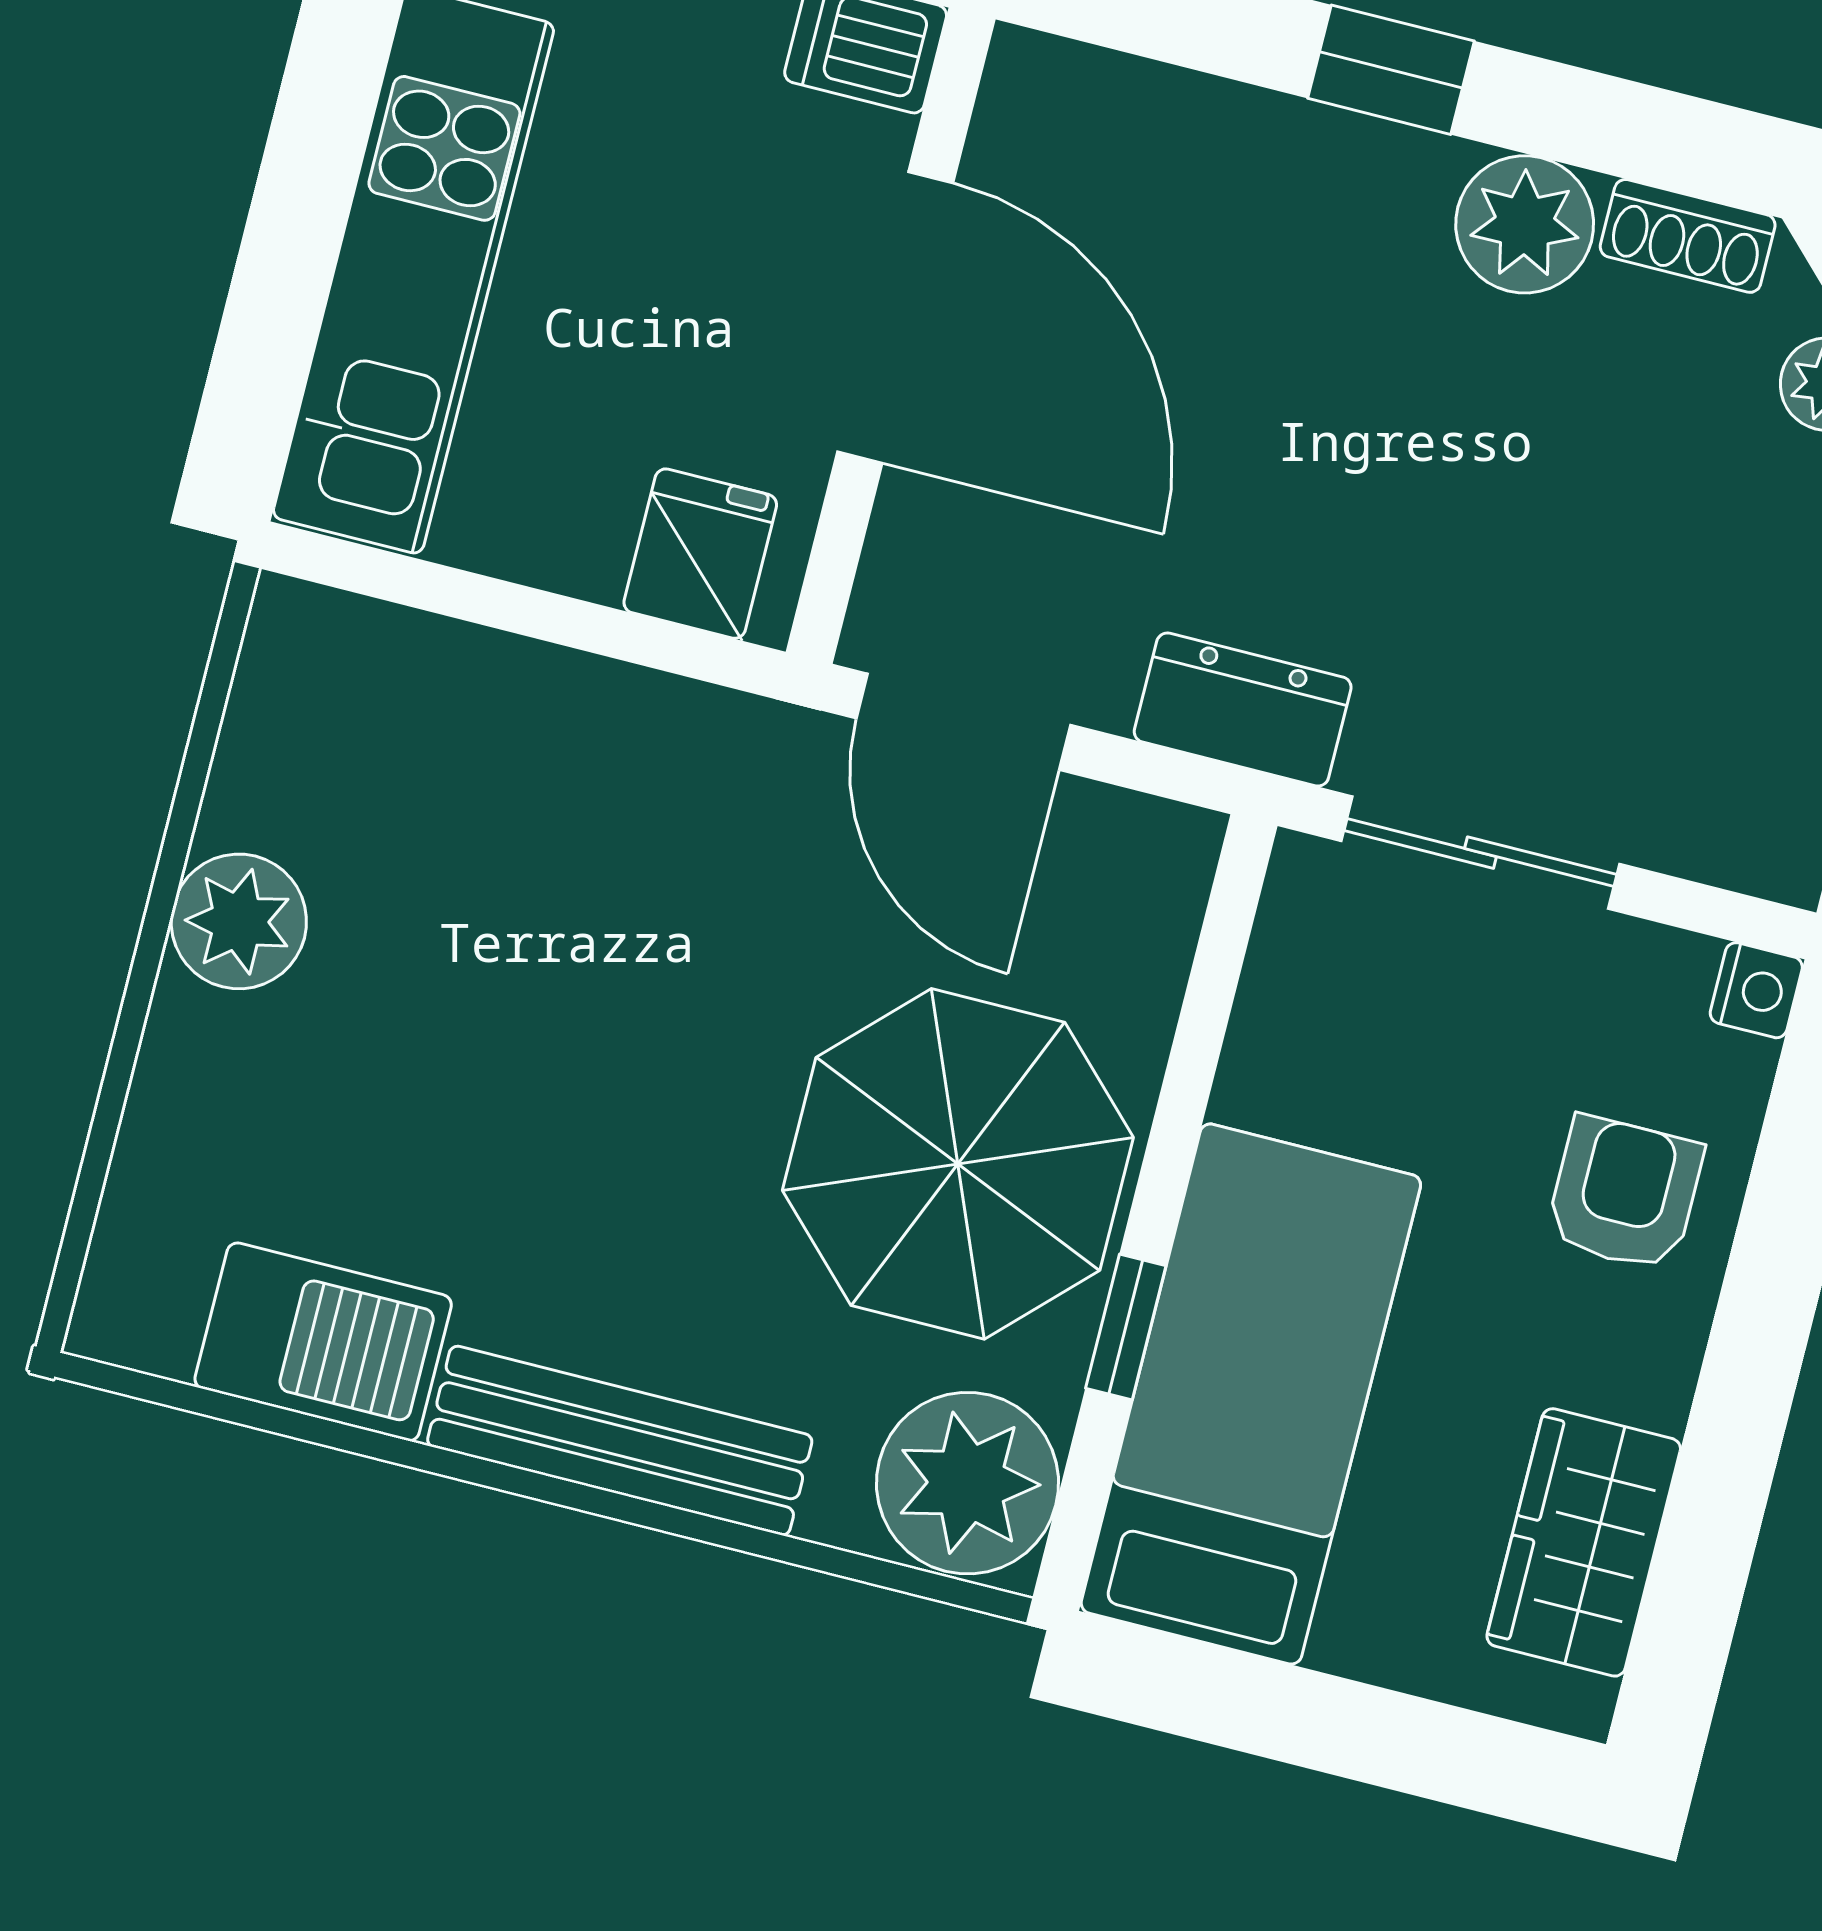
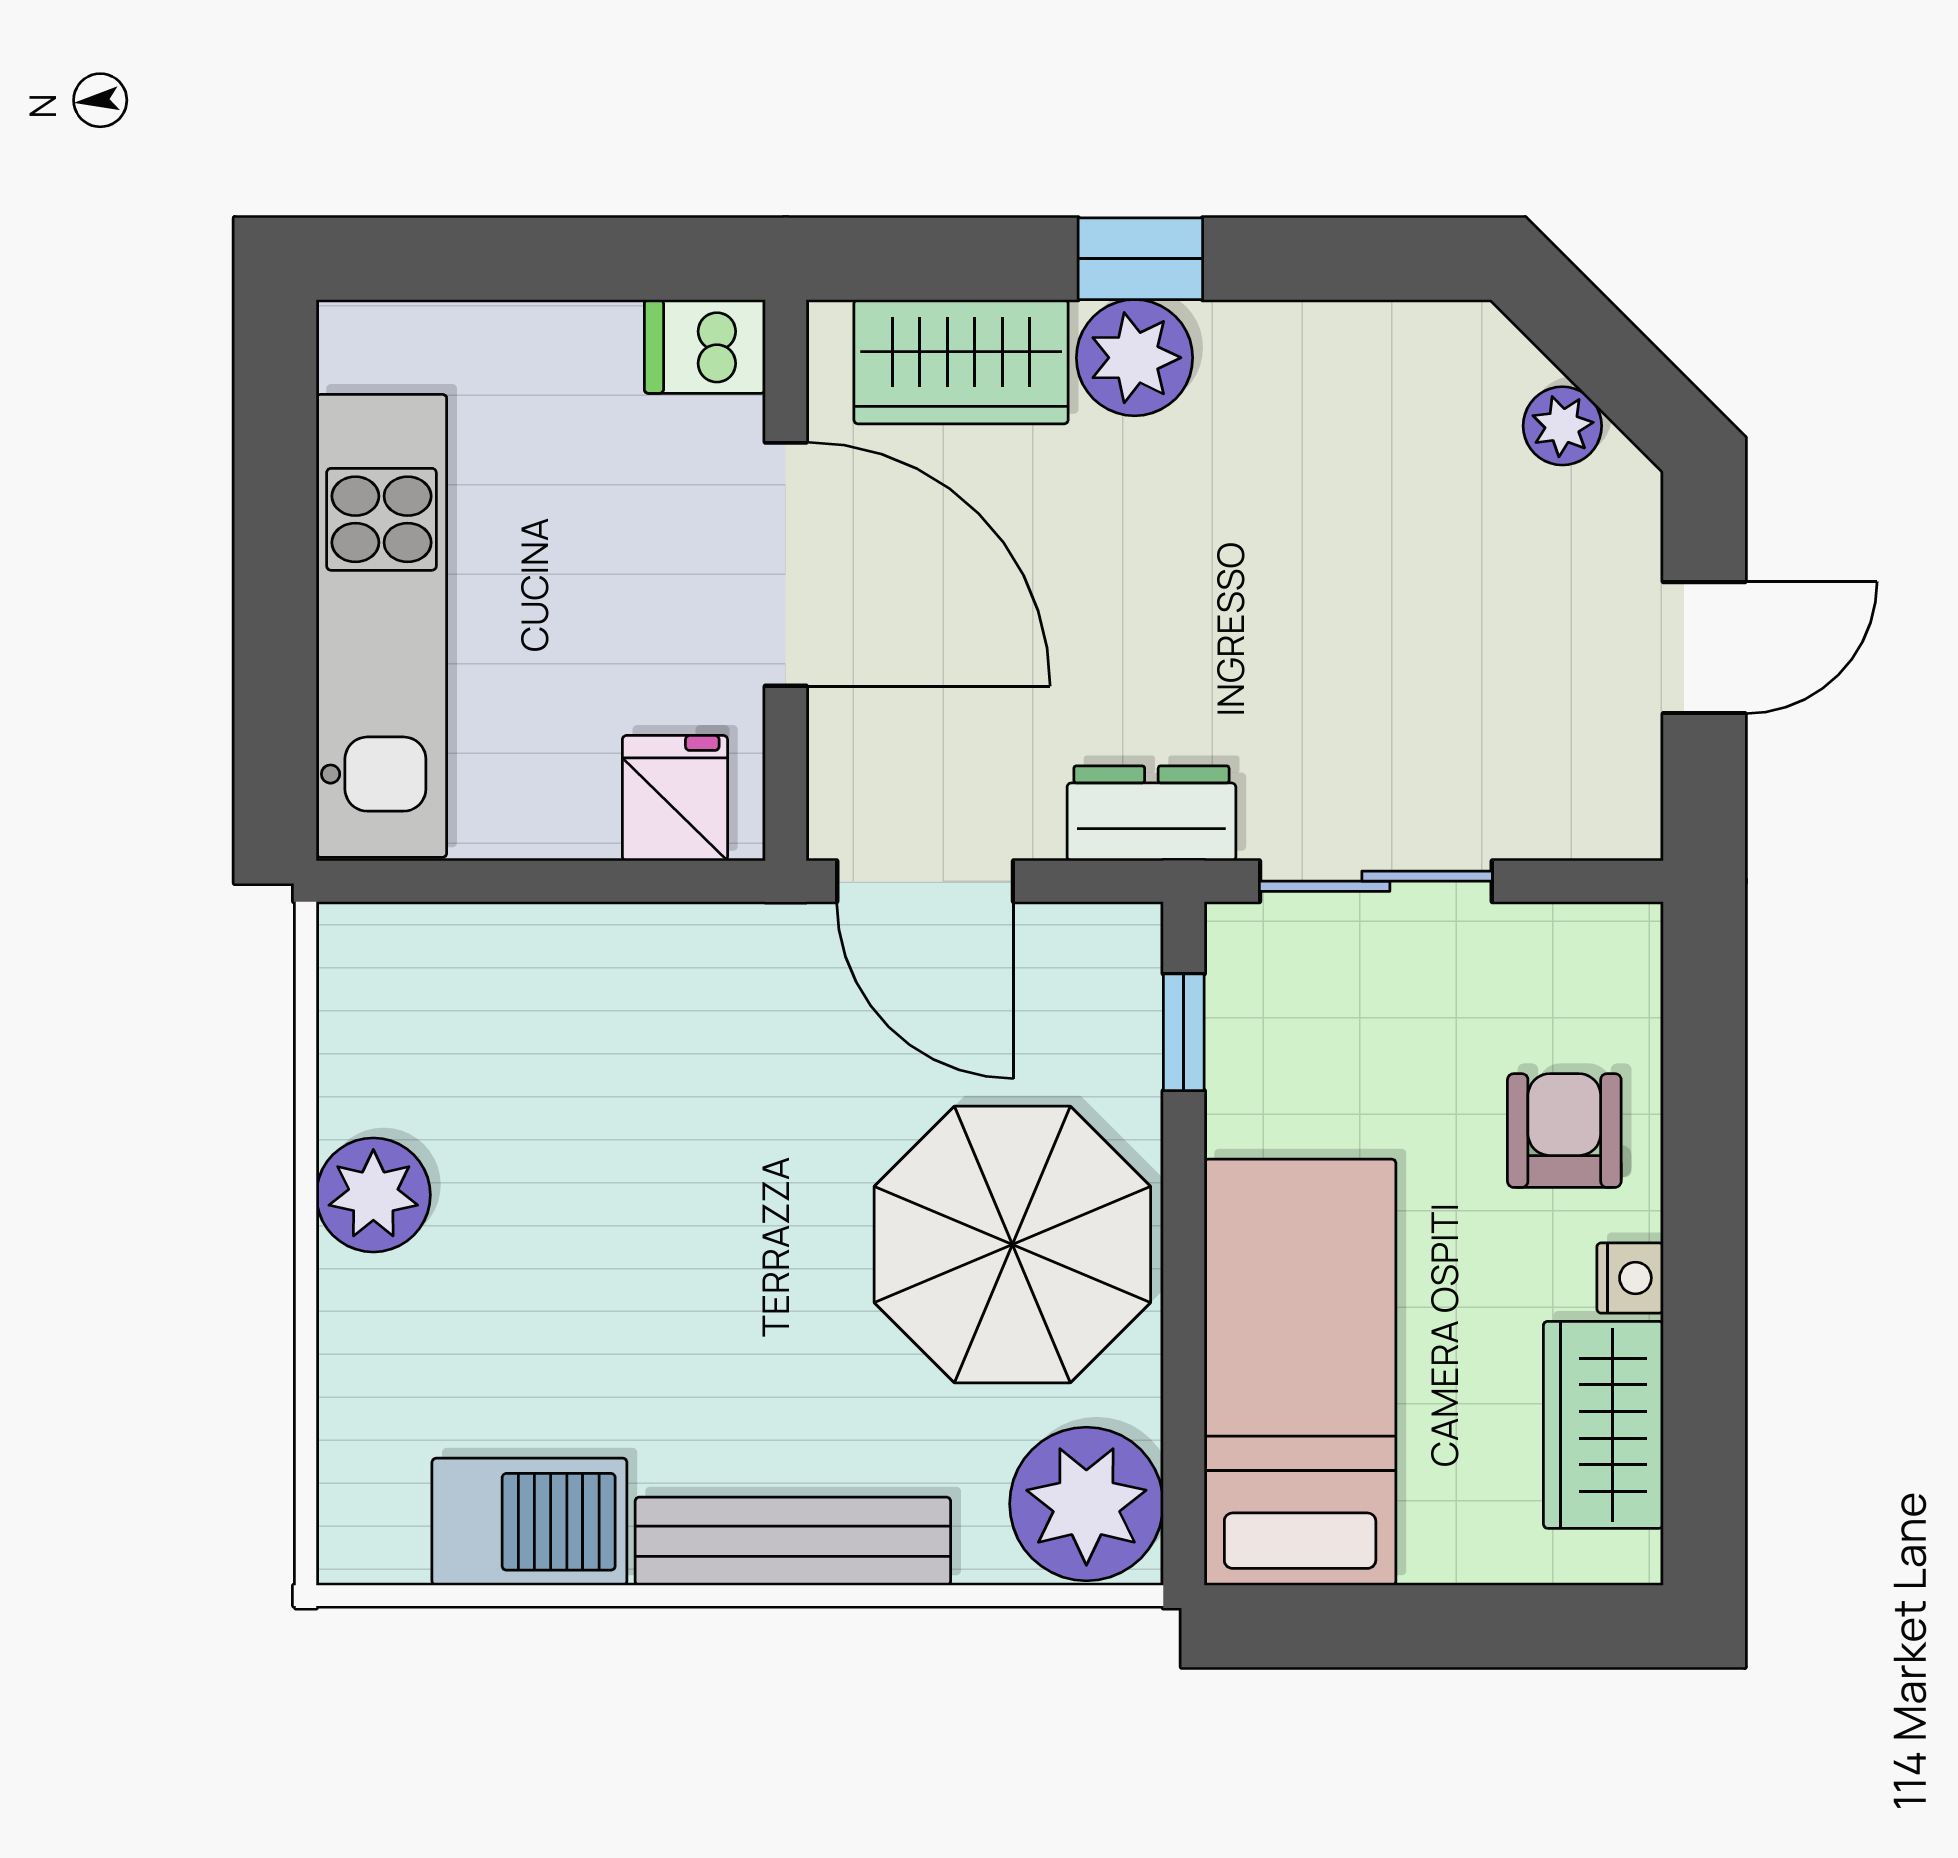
wardrobe: (1155, 136) -> (961, 362), added
plant: (1525, 224) -> (1135, 358), moved
shoe rack: (1688, 236) -> (1418, 333), removed
nightstand: (1756, 990) -> (1630, 1278), moved
window: (1126, 1327) -> (1184, 1032), moved

